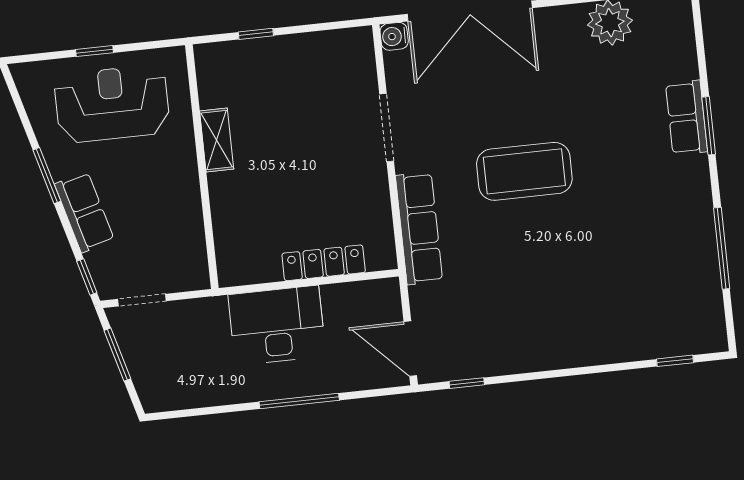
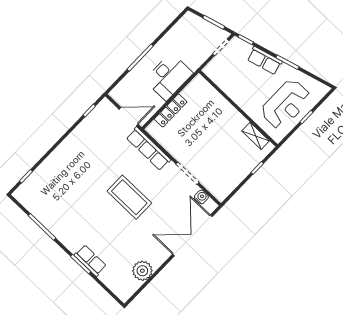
water cooler: (394, 36) -> (201, 197), moved
shelving: (217, 140) -> (256, 136), moved
coffee table: (524, 171) -> (129, 197), turned 90
door: (410, 349) -> (129, 117), moved

